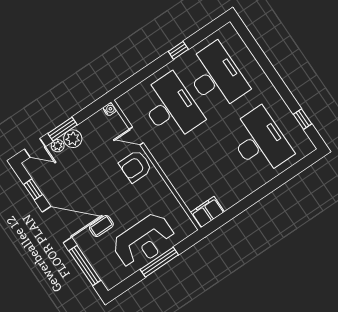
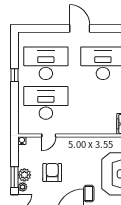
door: (282, 88) -> (80, 28), added
window: (303, 119) -> (107, 28), removed
armchair: (135, 166) -> (52, 173), moved, turned 180

